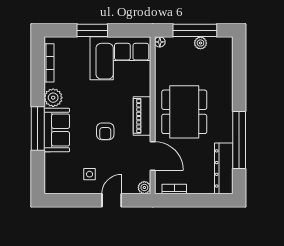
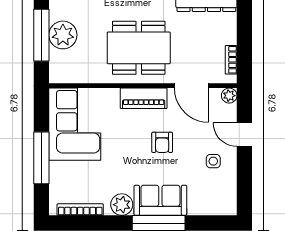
window: (92, 30) -> (41, 158), width x1.44
floor lamp: (160, 42) -> (55, 77), removed
plant: (200, 43) -> (63, 35), width x1.87, depth x1.87
armchair: (105, 131) -> (162, 142), turned 90
door: (153, 156) -> (191, 86), swing flipped

